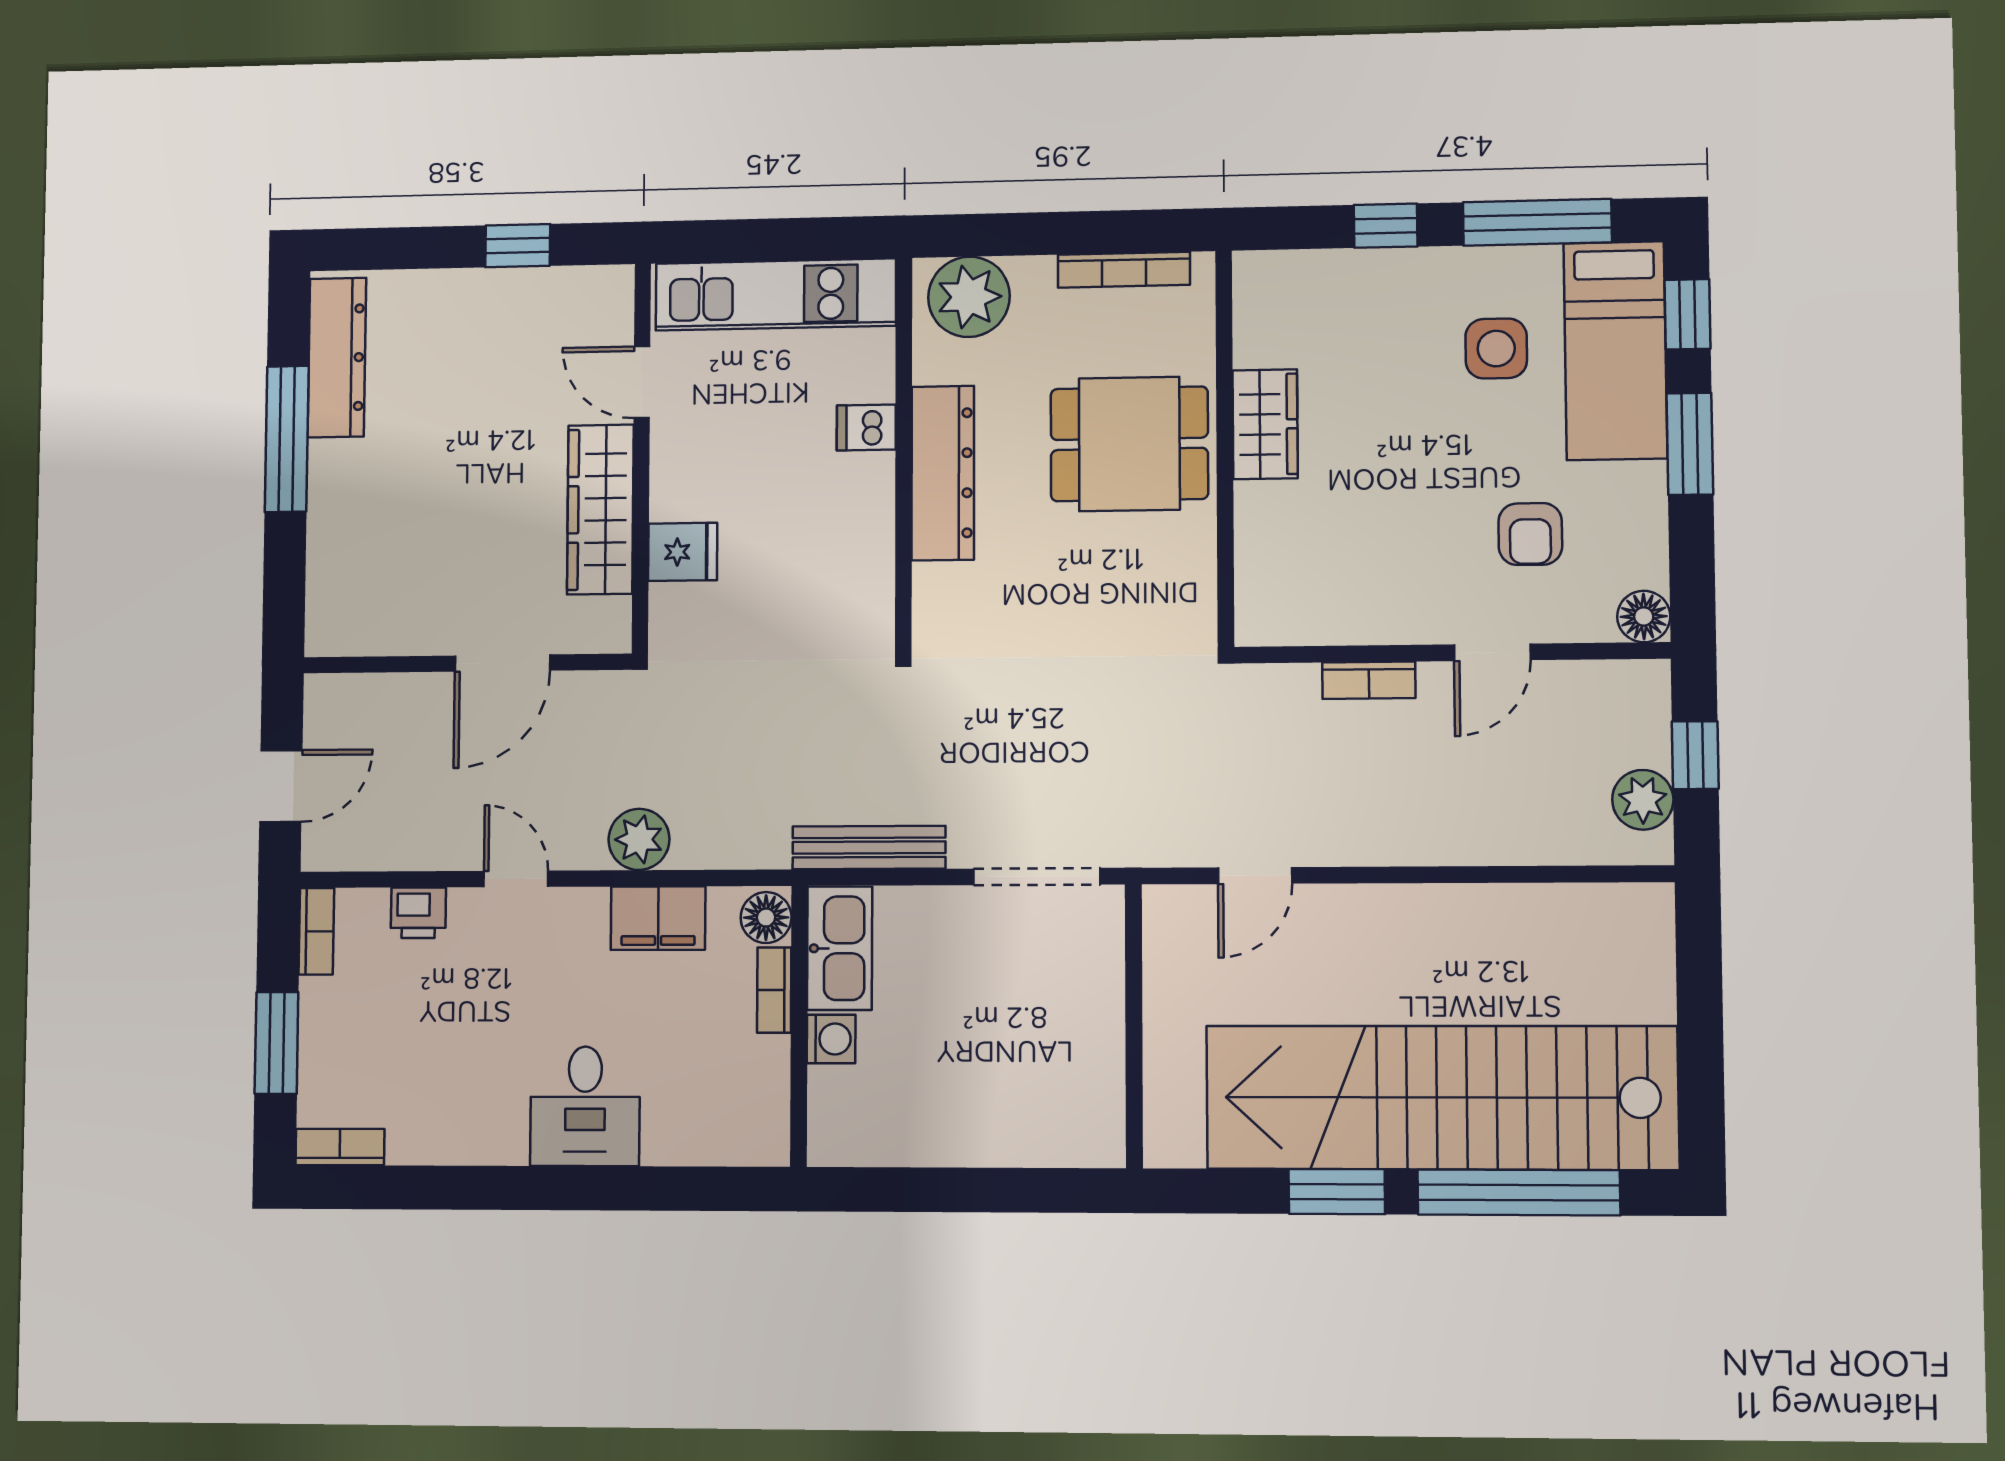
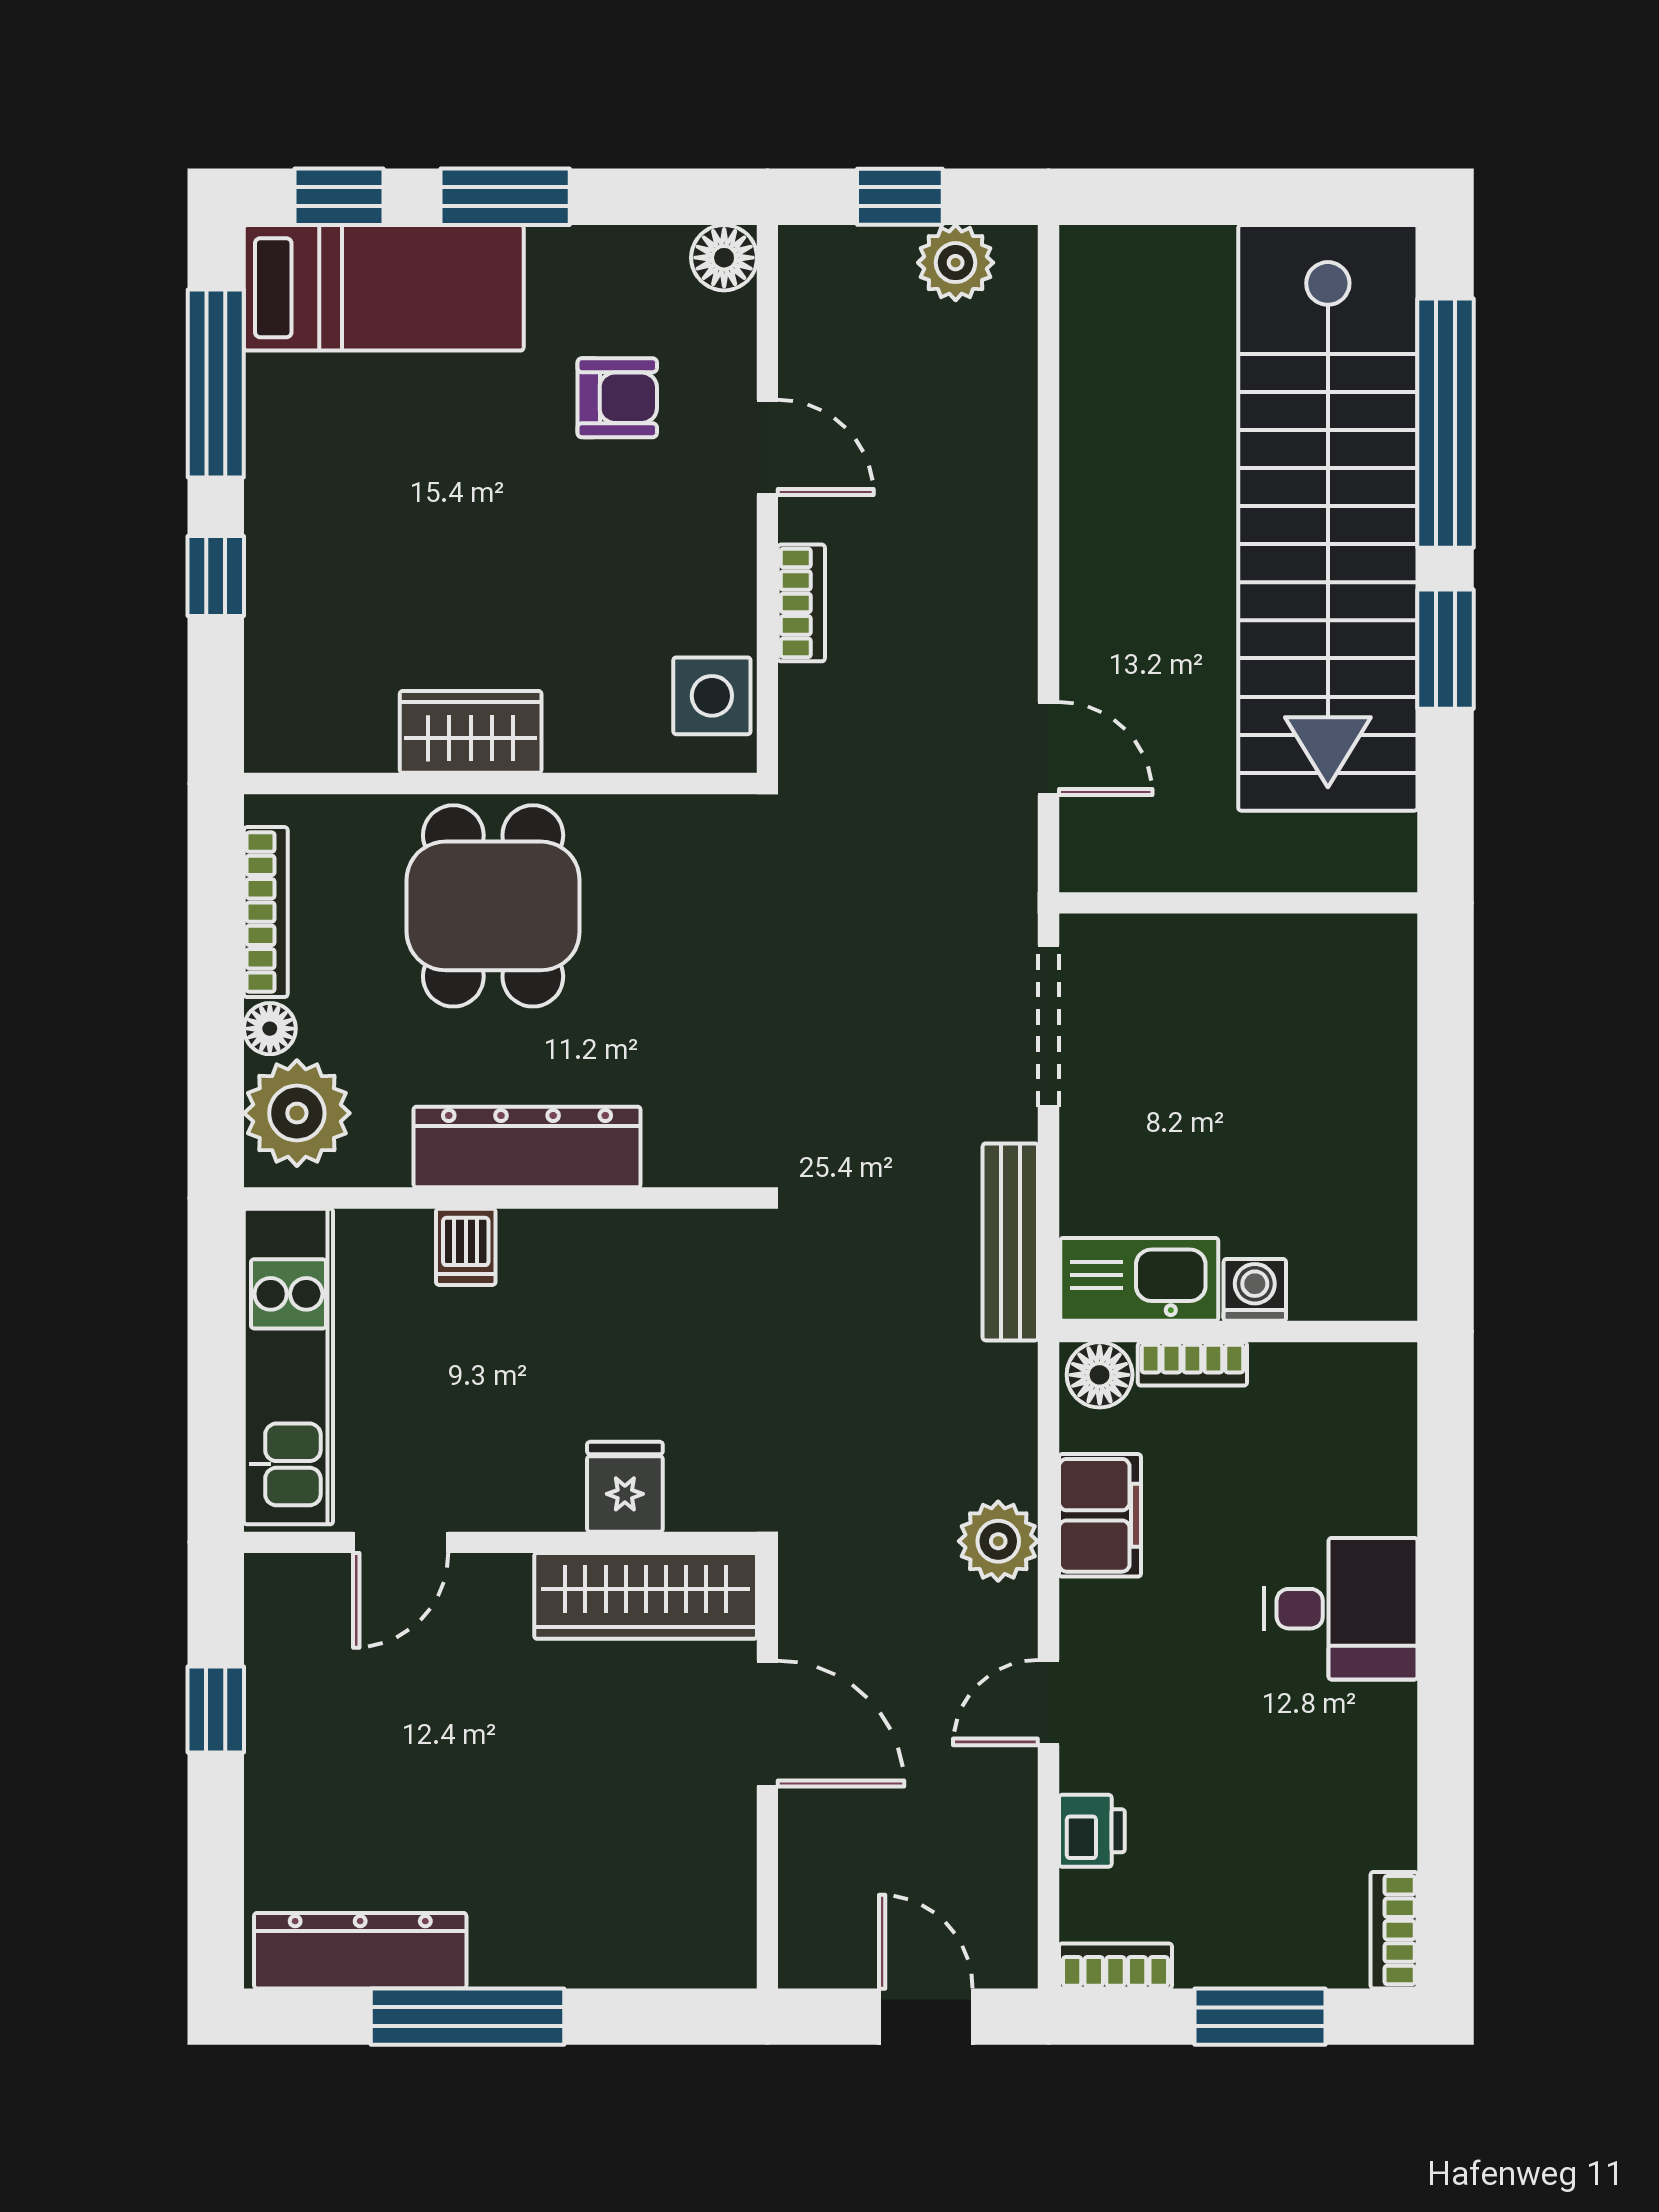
floor lamp: (1034, 275) -> (270, 1029), added
side table: (1496, 349) -> (712, 696), moved
wardrobe: (600, 509) -> (646, 1596), moved

